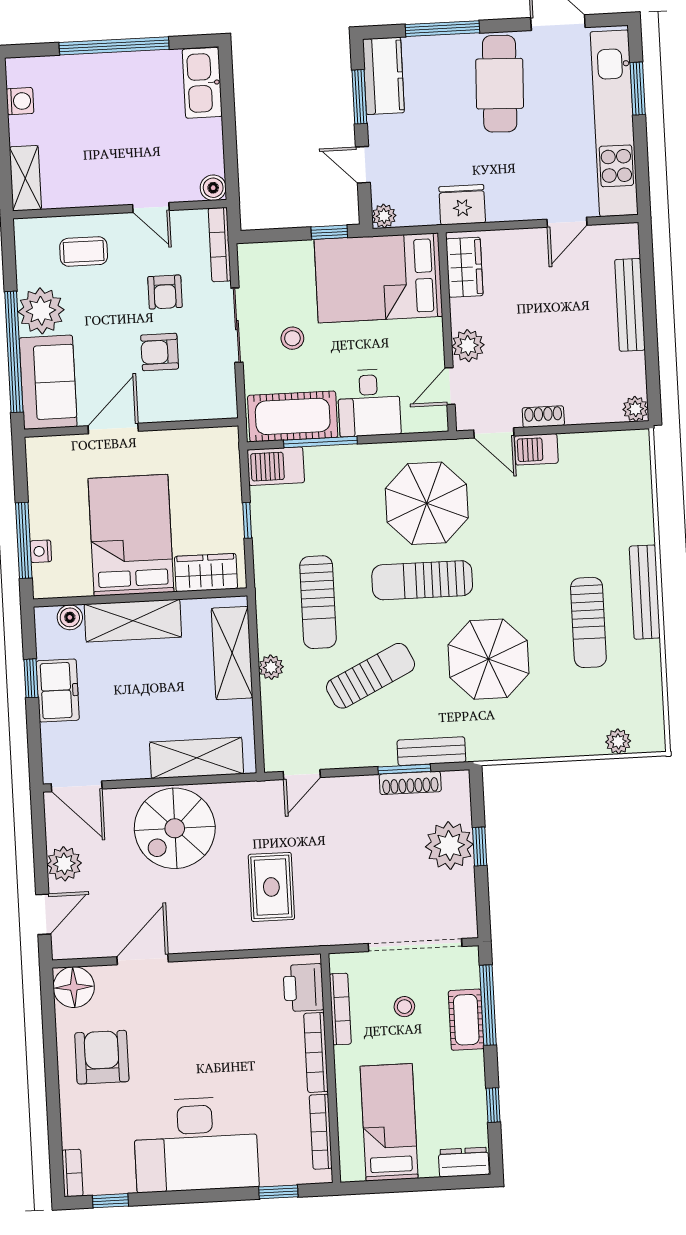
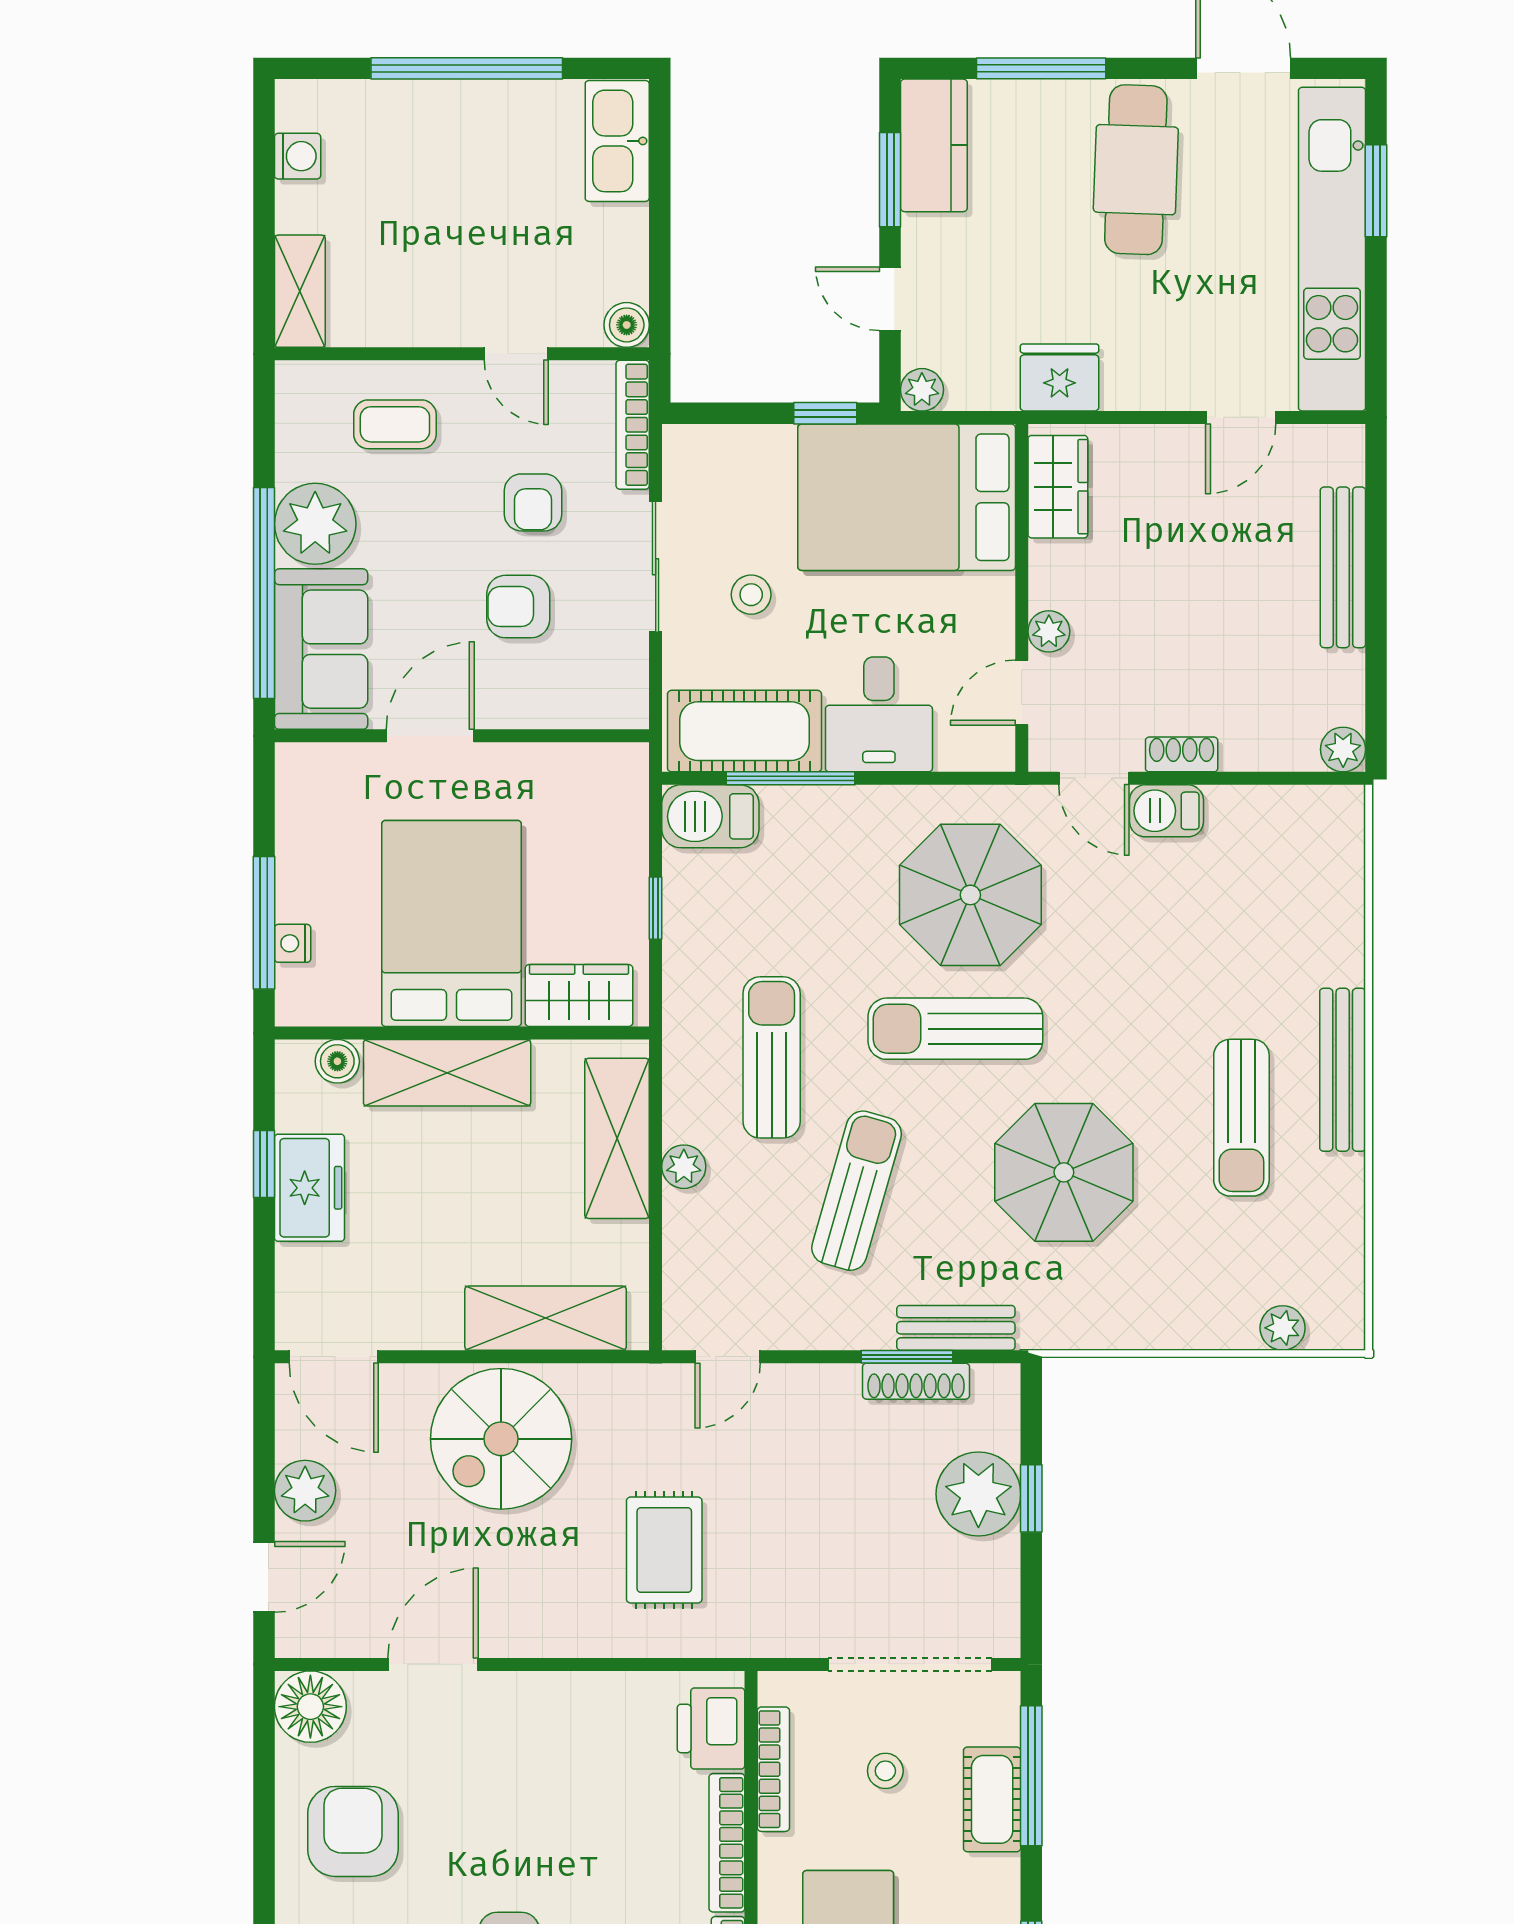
plant: (468, 346) -> (1049, 631), width x0.73, depth x0.73
sun lounger: (318, 602) -> (772, 1057), turned 180
sun lounger: (371, 676) -> (857, 1191), turned -48

